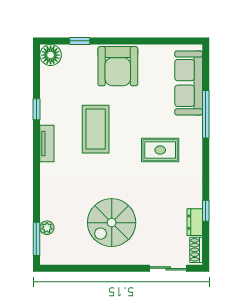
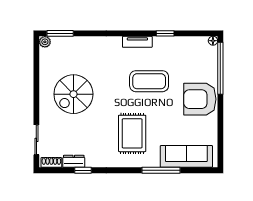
window: (80, 41) -> (220, 68), width x3.17
floor lamp: (51, 55) -> (213, 41), width x0.53, depth x0.53
rug: (160, 150) -> (132, 133), width x1.36, depth x1.43
spiral stairs: (112, 223) -> (73, 94), turned -90
plant: (47, 228) -> (45, 42), moved

